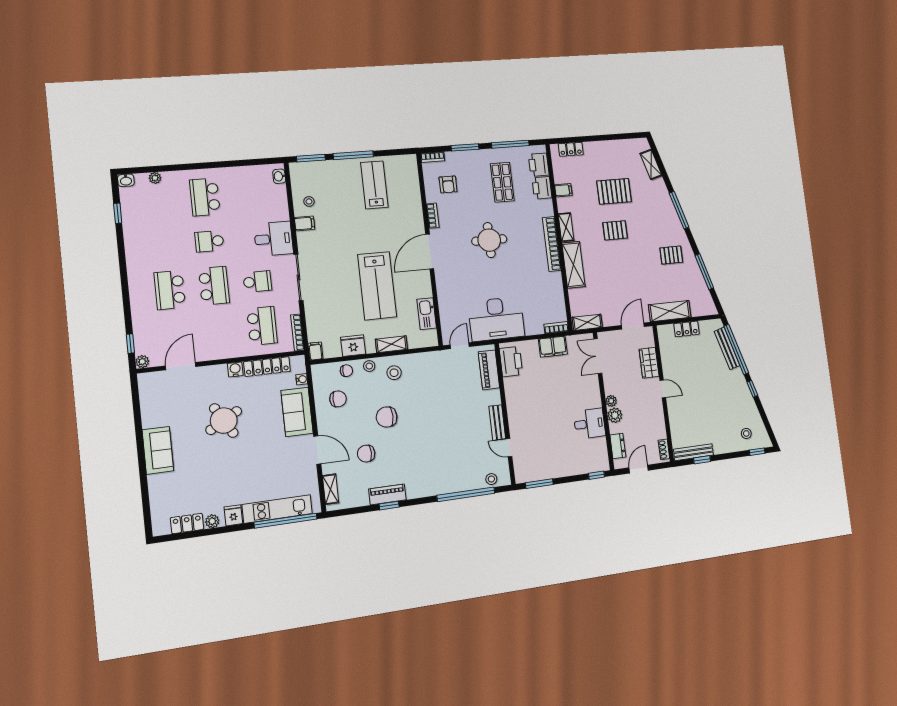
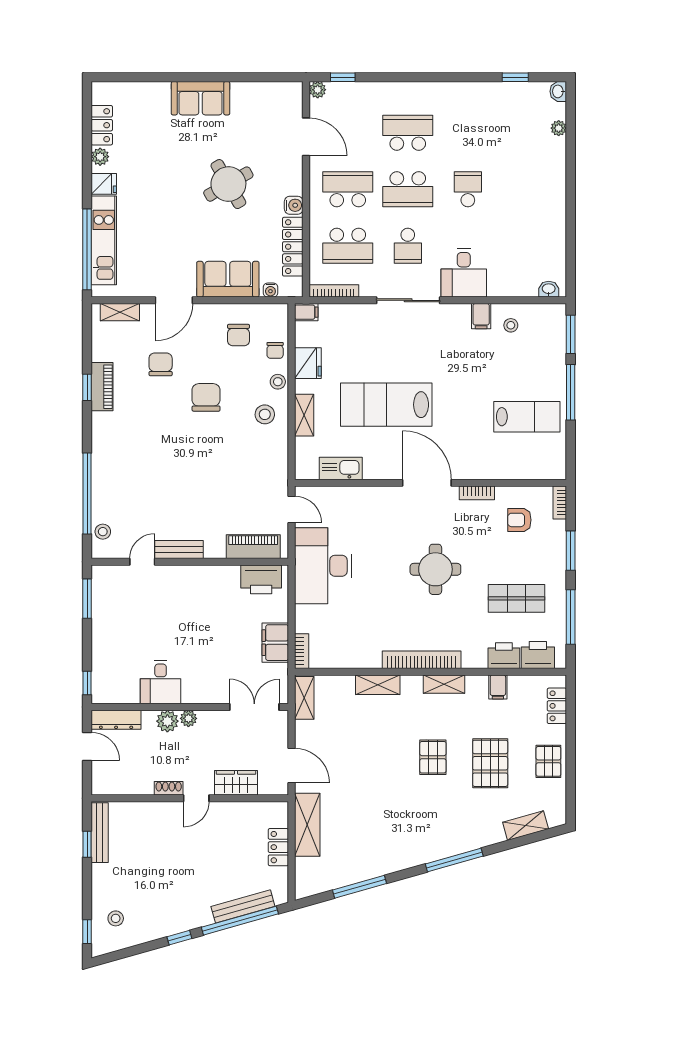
school desk: (205, 197) -> (348, 189), moved
pallet: (671, 255) -> (548, 761), moved
shelving: (573, 265) -> (378, 685), width x0.67, depth x0.75
dresser: (618, 446) -> (116, 720), width x1.44
shoe rack: (664, 449) -> (169, 788), moved

